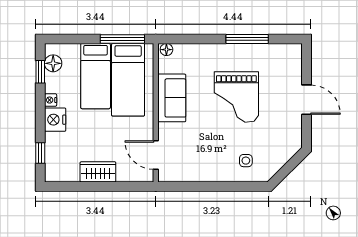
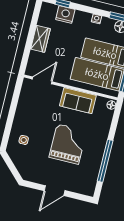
window: (247, 39) -> (105, 161), width x1.46
grand piano: (236, 97) -> (68, 144), turned 90
nightstand: (55, 120) -> (65, 14), moved

